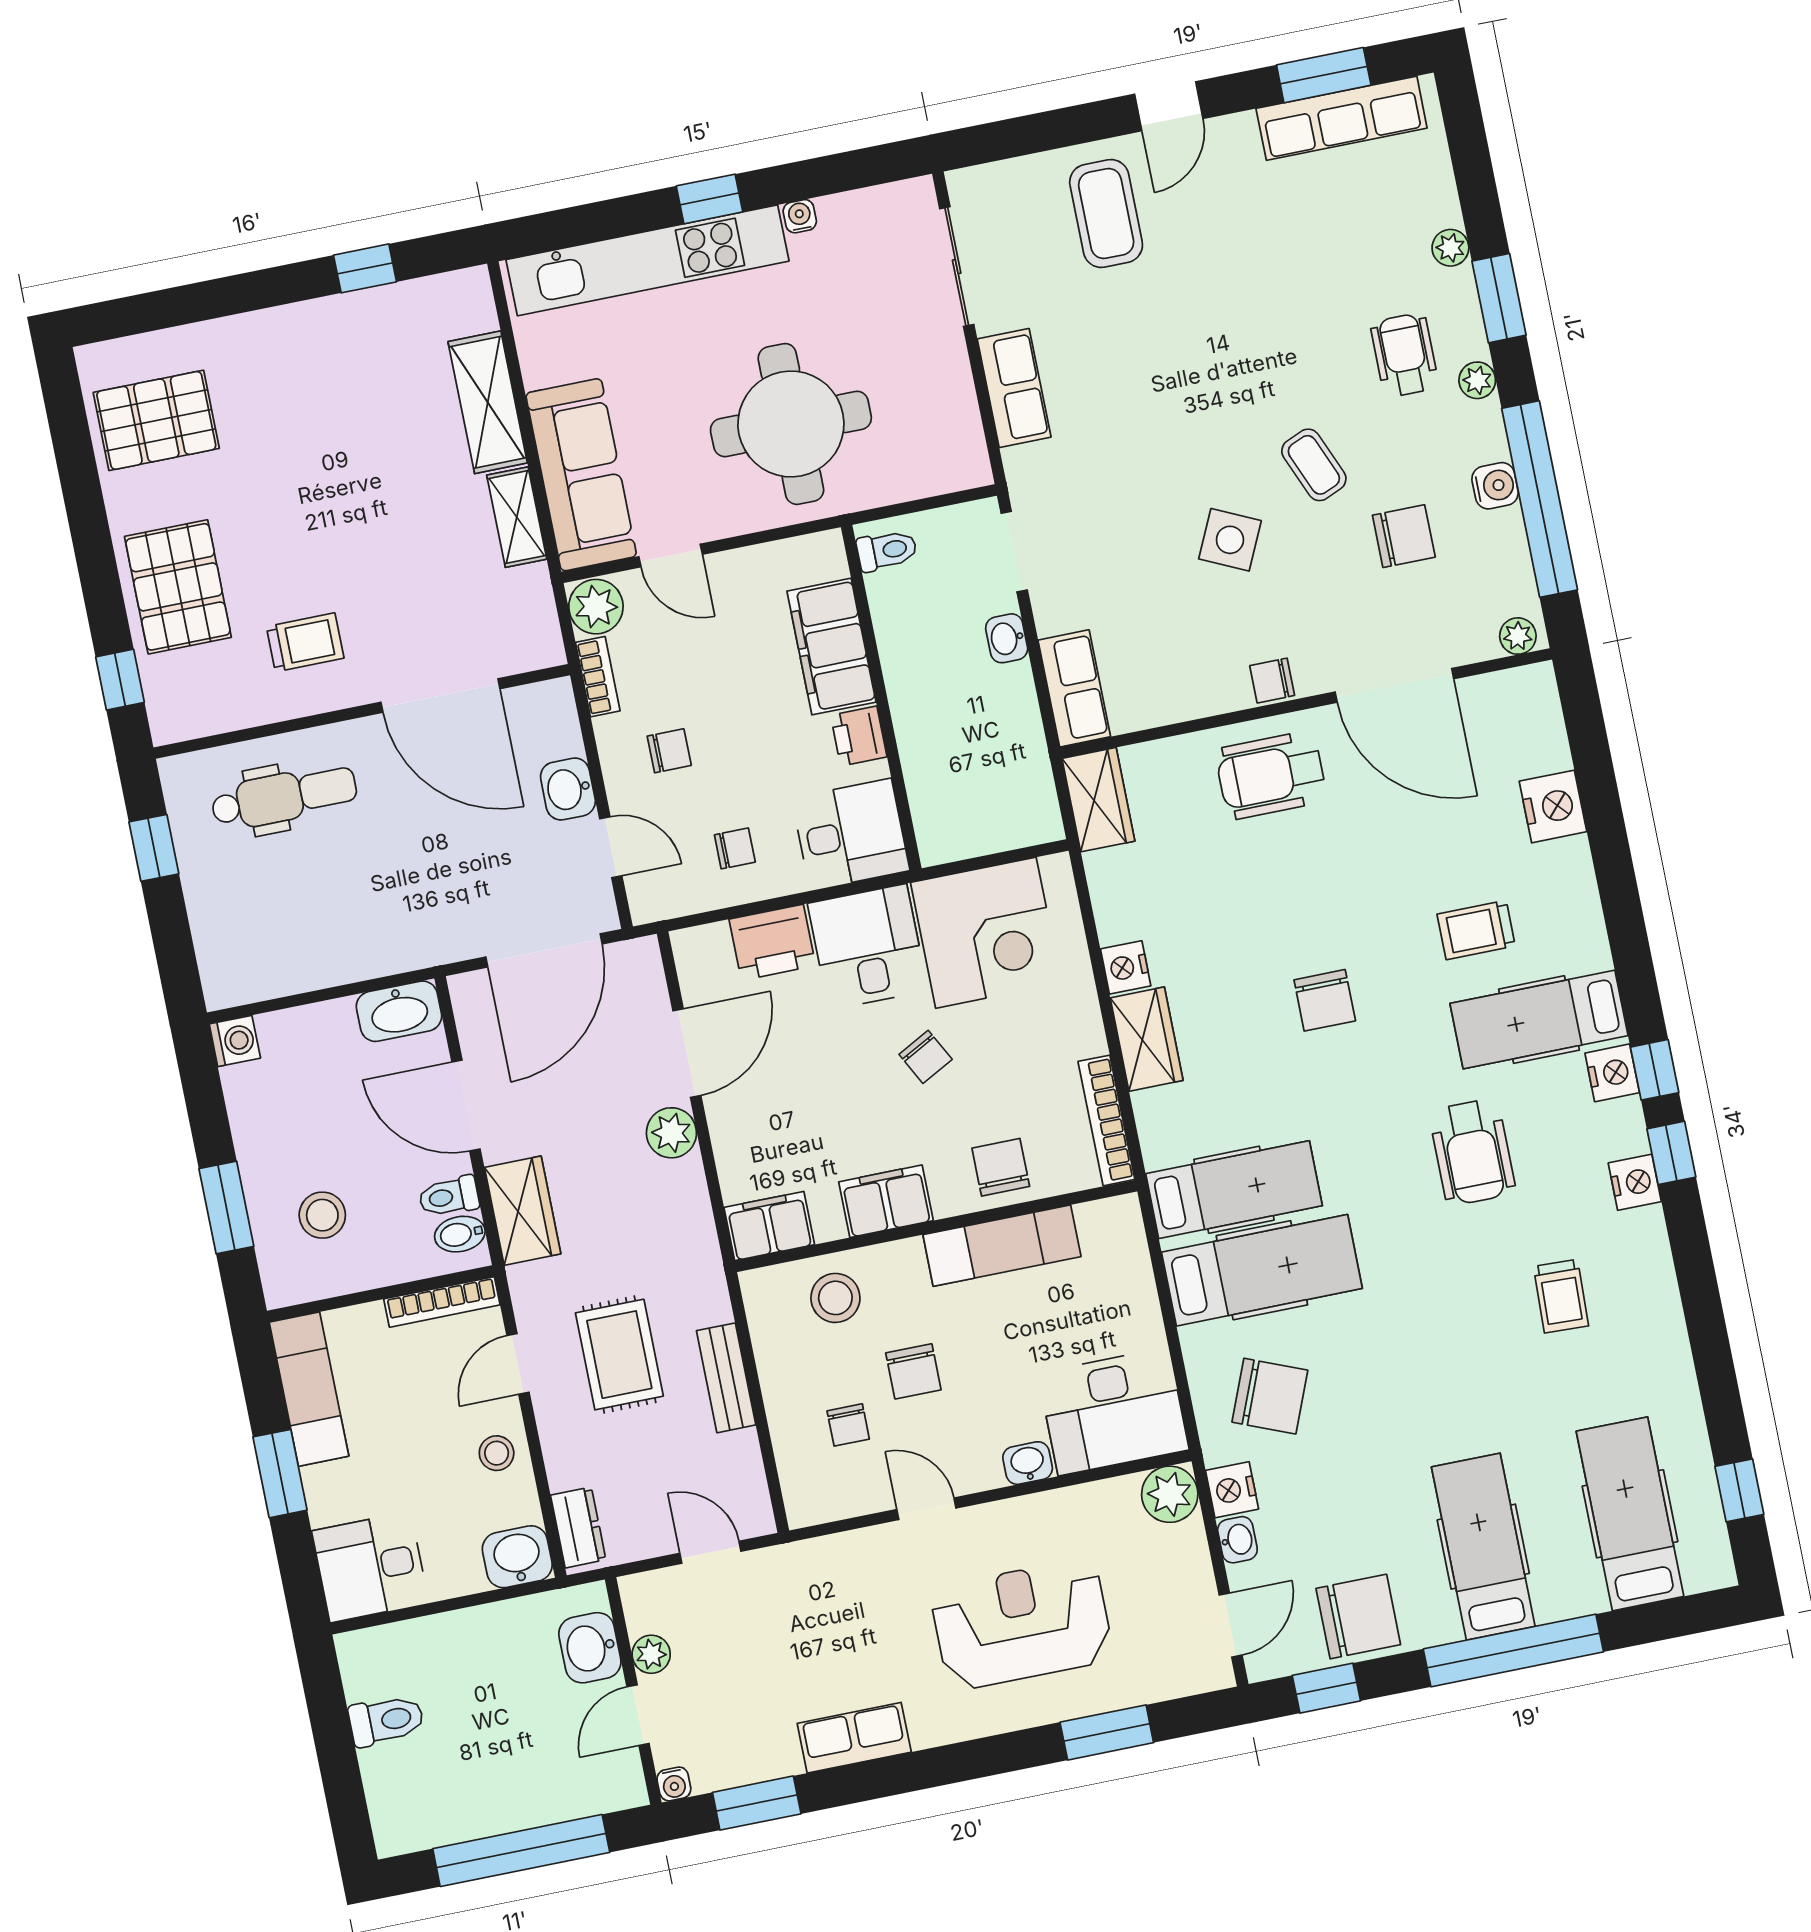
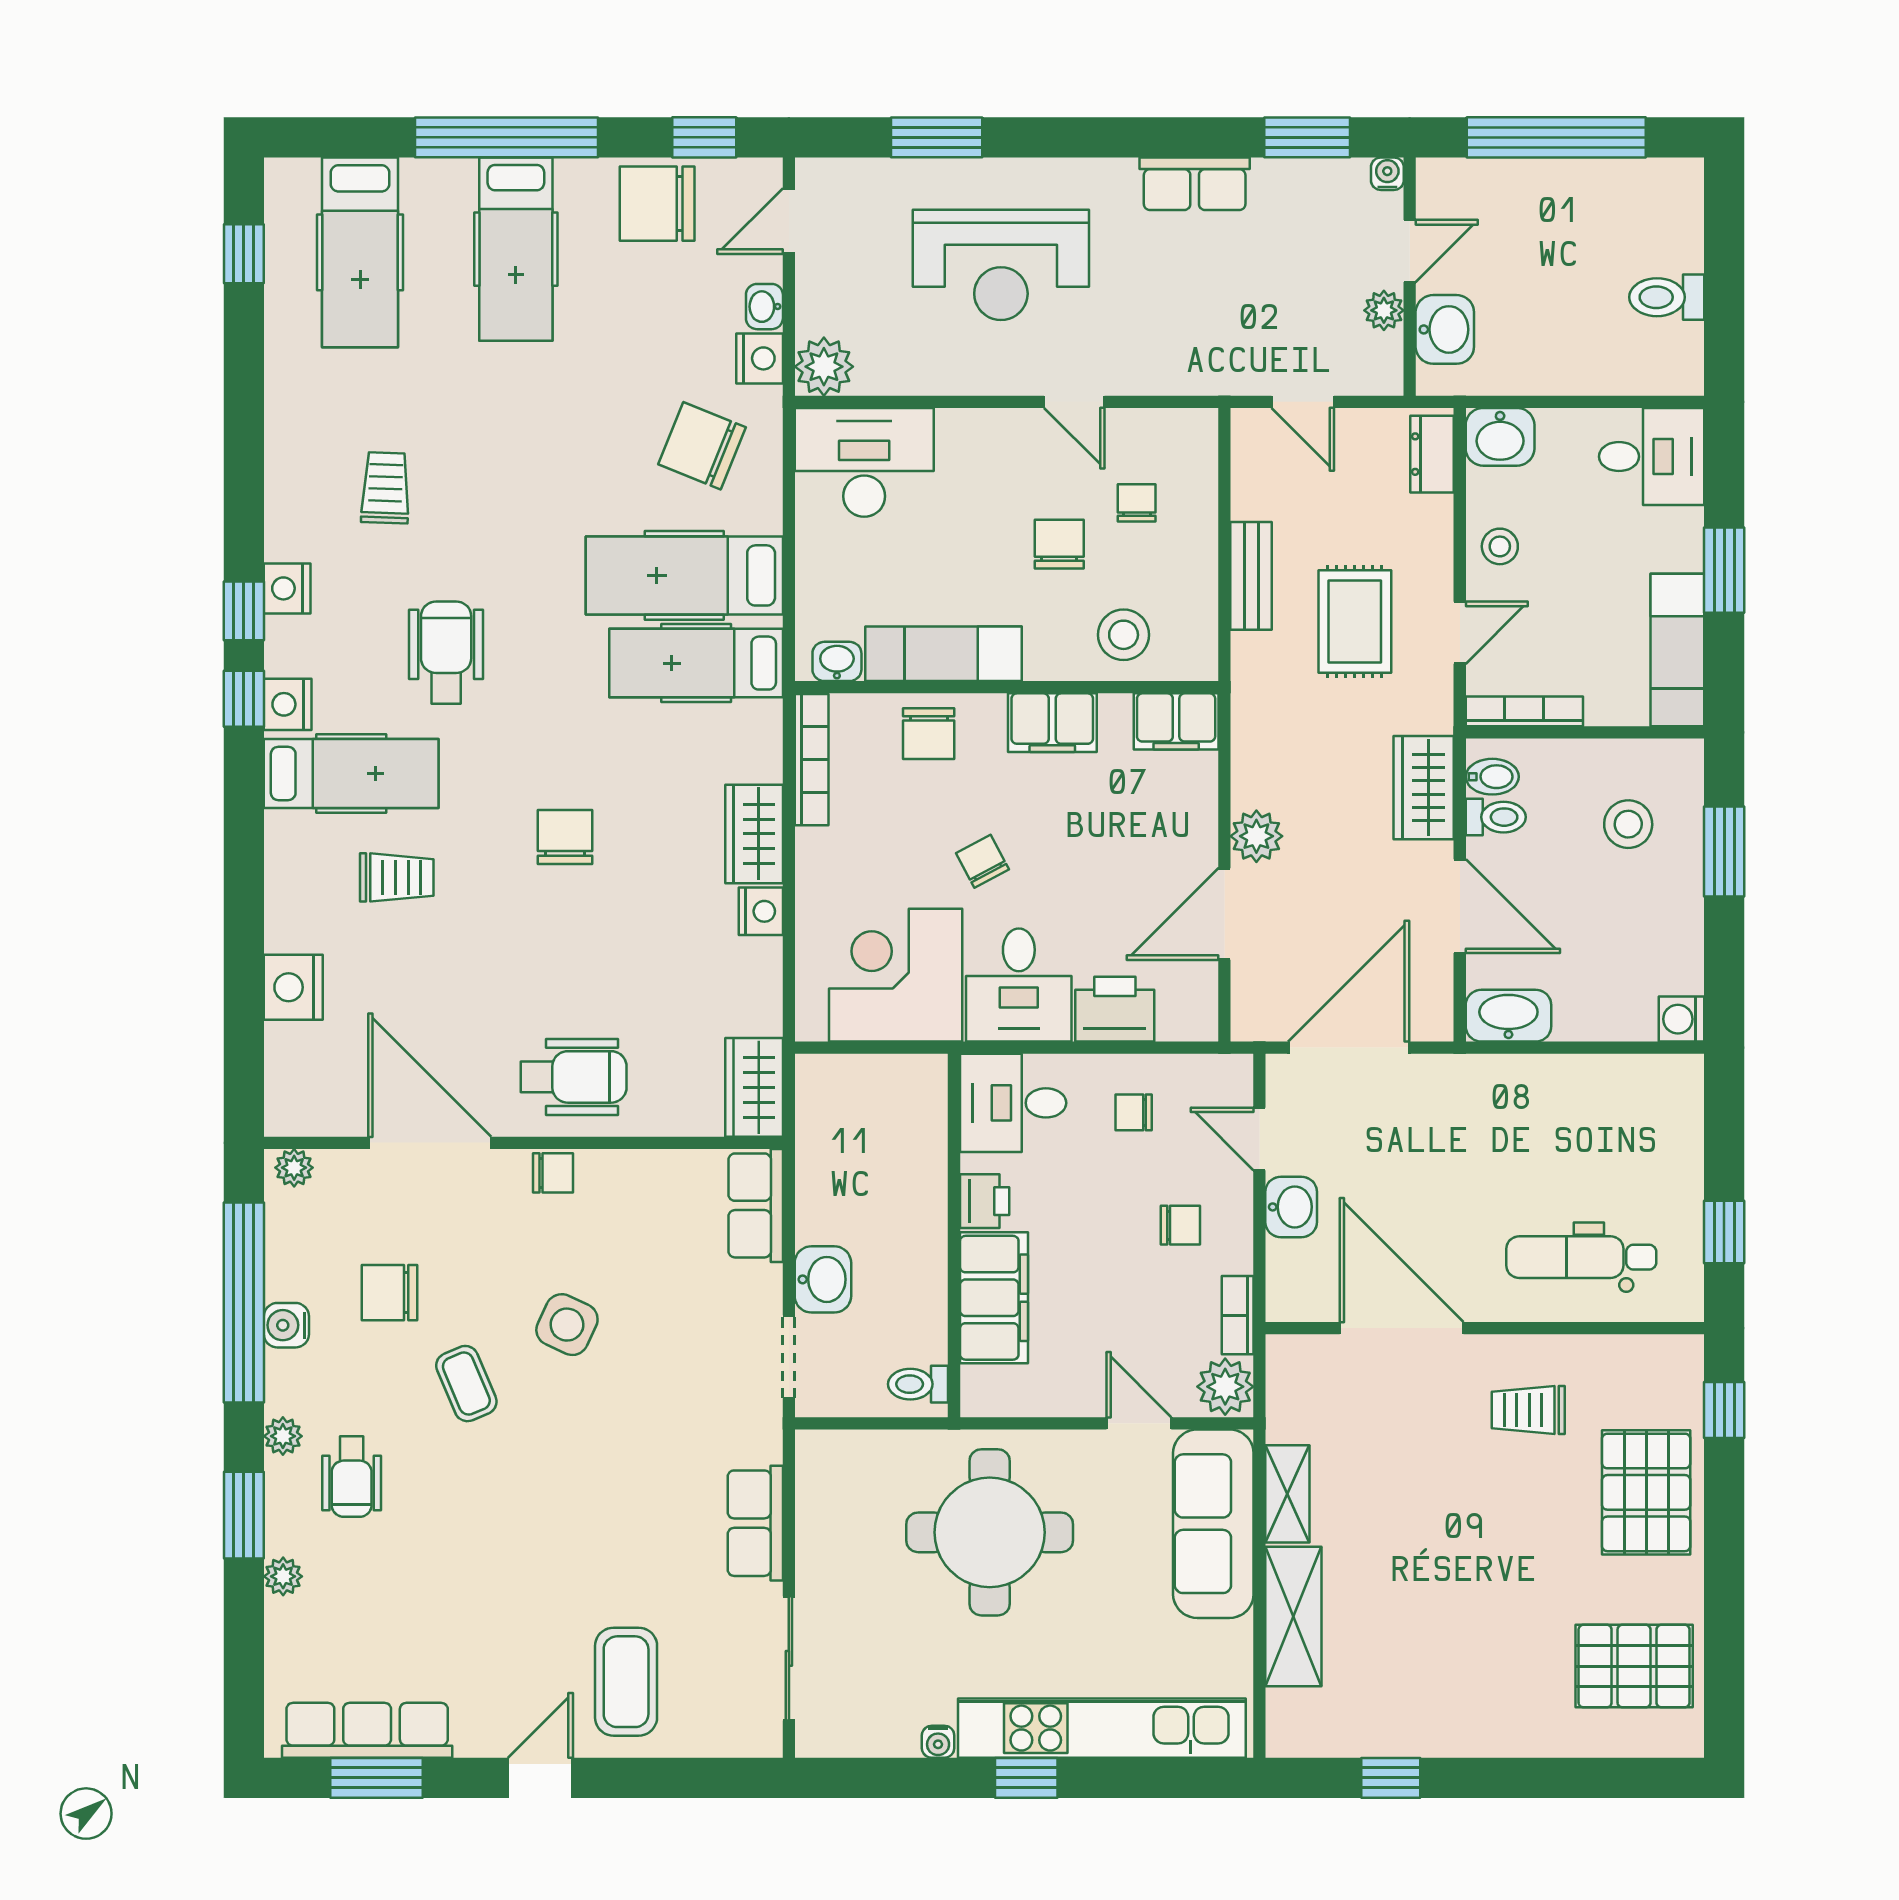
washbasin: (1007, 638) -> (823, 1279), width x1.38, depth x1.45
chair: (669, 751) -> (1180, 1225), turned 180
washbasin: (1028, 1463) -> (837, 661), moved, turned 180

